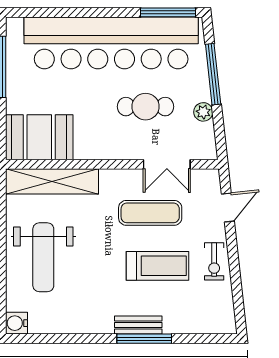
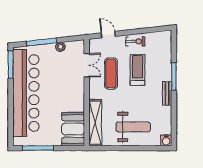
cafe table: (146, 107) -> (58, 76), removed
bench: (138, 325) -> (167, 93), moved

